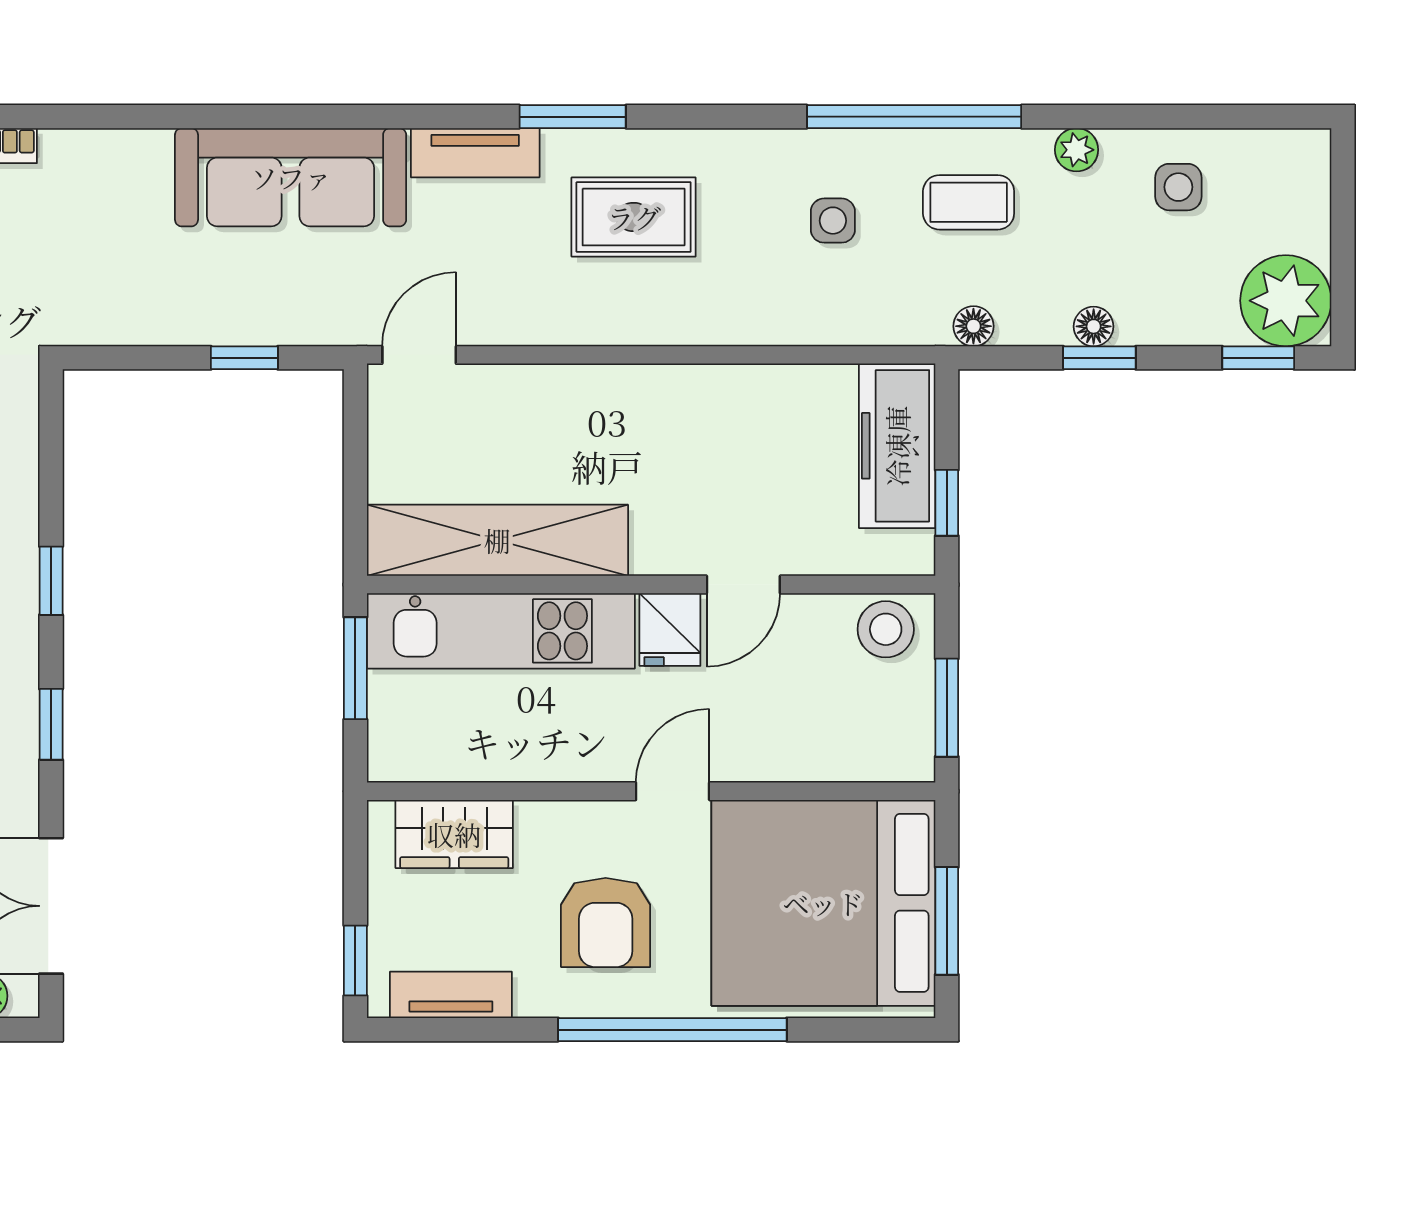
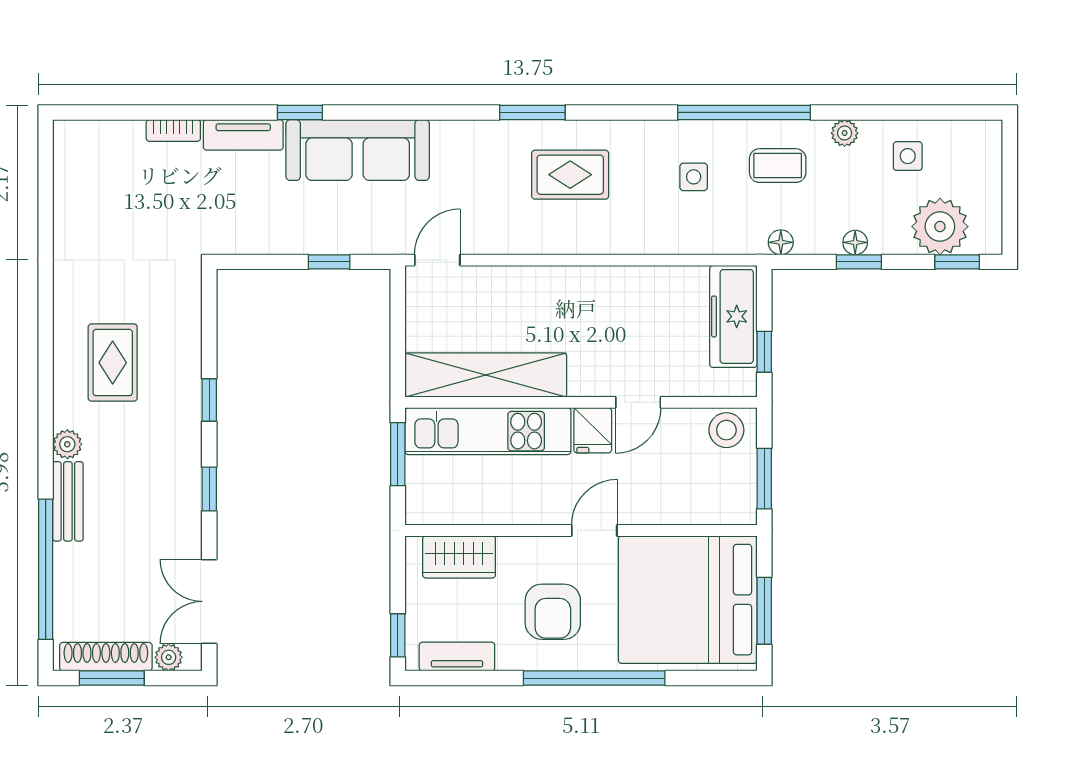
window: (197, 117) -> (300, 112), added
tv unit: (475, 153) -> (243, 135), moved
plant: (1286, 301) -> (940, 227), moved

